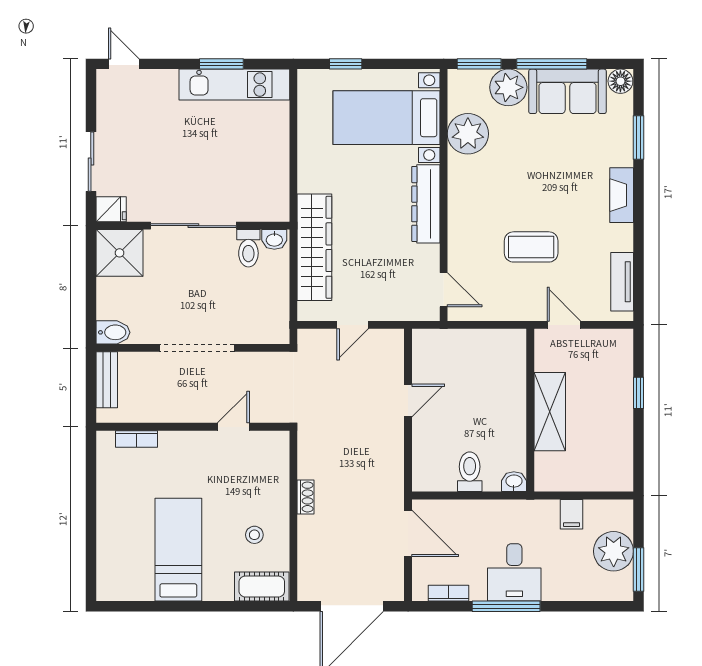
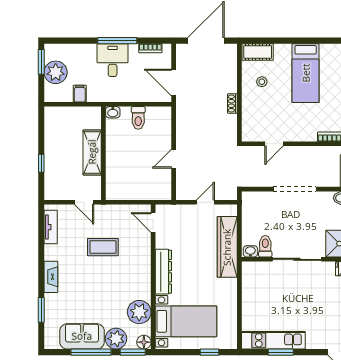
floor lamp: (620, 81) -> (144, 342), moved

